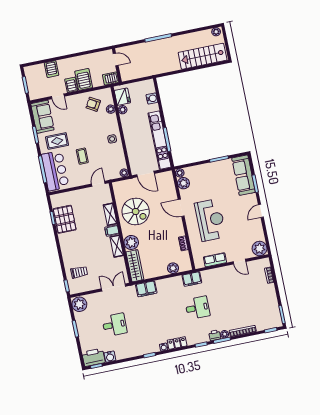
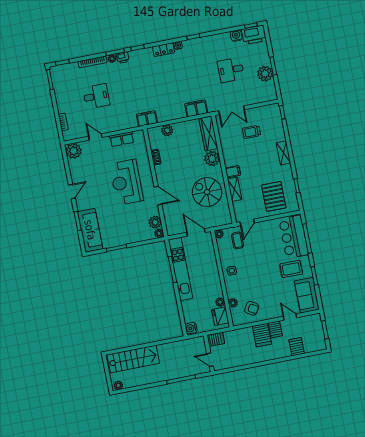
door: (116, 59) -> (210, 360), moved
wall: (117, 65) -> (209, 353), moved
server rack: (111, 78) -> (216, 339), moved
water cooler: (152, 98) -> (191, 328), moved
coffee table: (82, 156) -> (237, 240), moved
pallet: (65, 219) -> (274, 196), moved
shelving: (117, 246) -> (283, 153), moved
trolley: (79, 272) -> (252, 132), moved
plant: (79, 304) -> (265, 74), moved
desk: (197, 308) -> (96, 96), moved, turned 180

